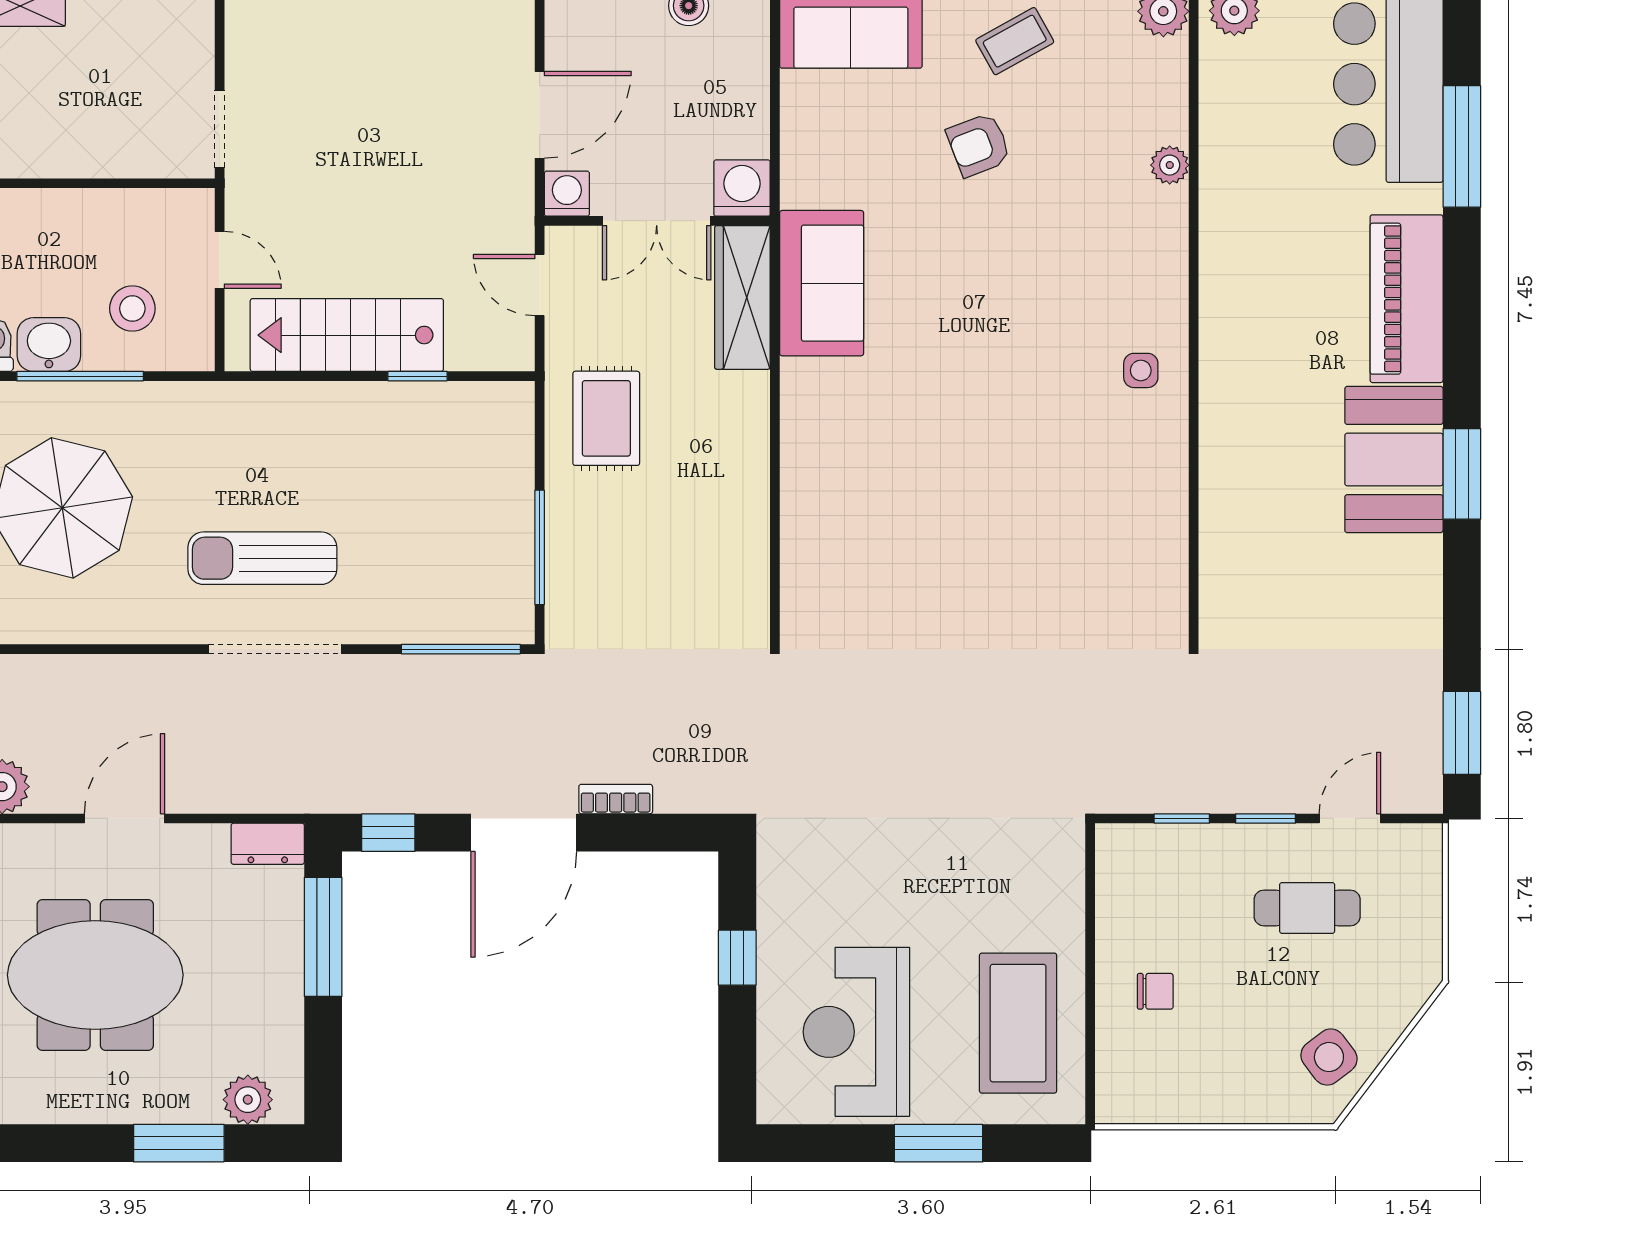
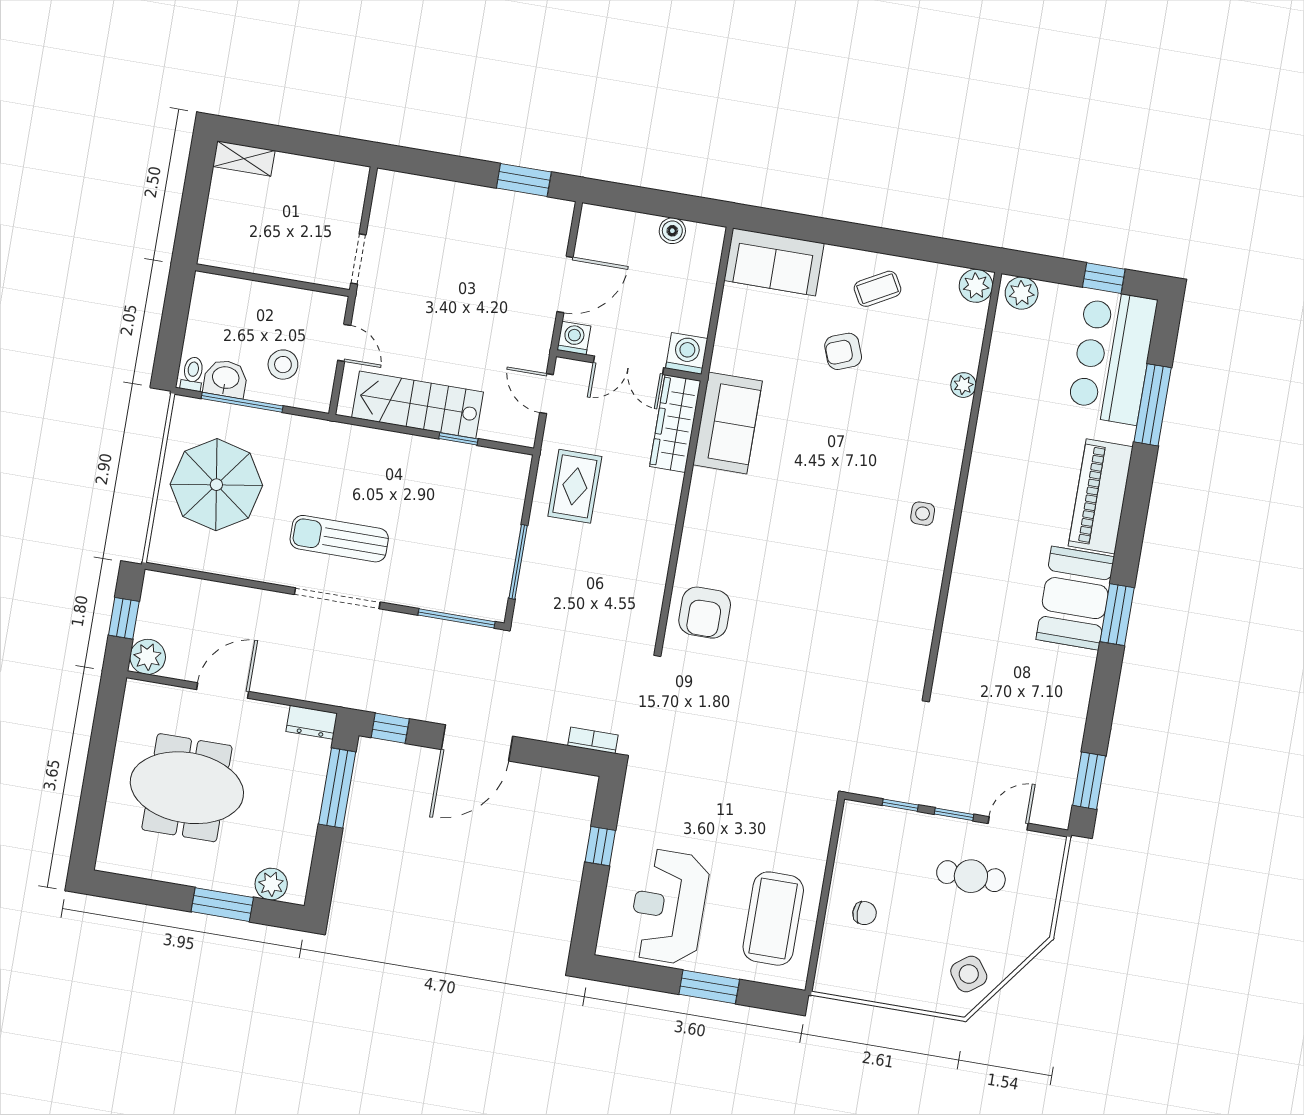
armchair: (836, 577) -> (705, 613), added
bookcase: (616, 799) -> (593, 740), moved

